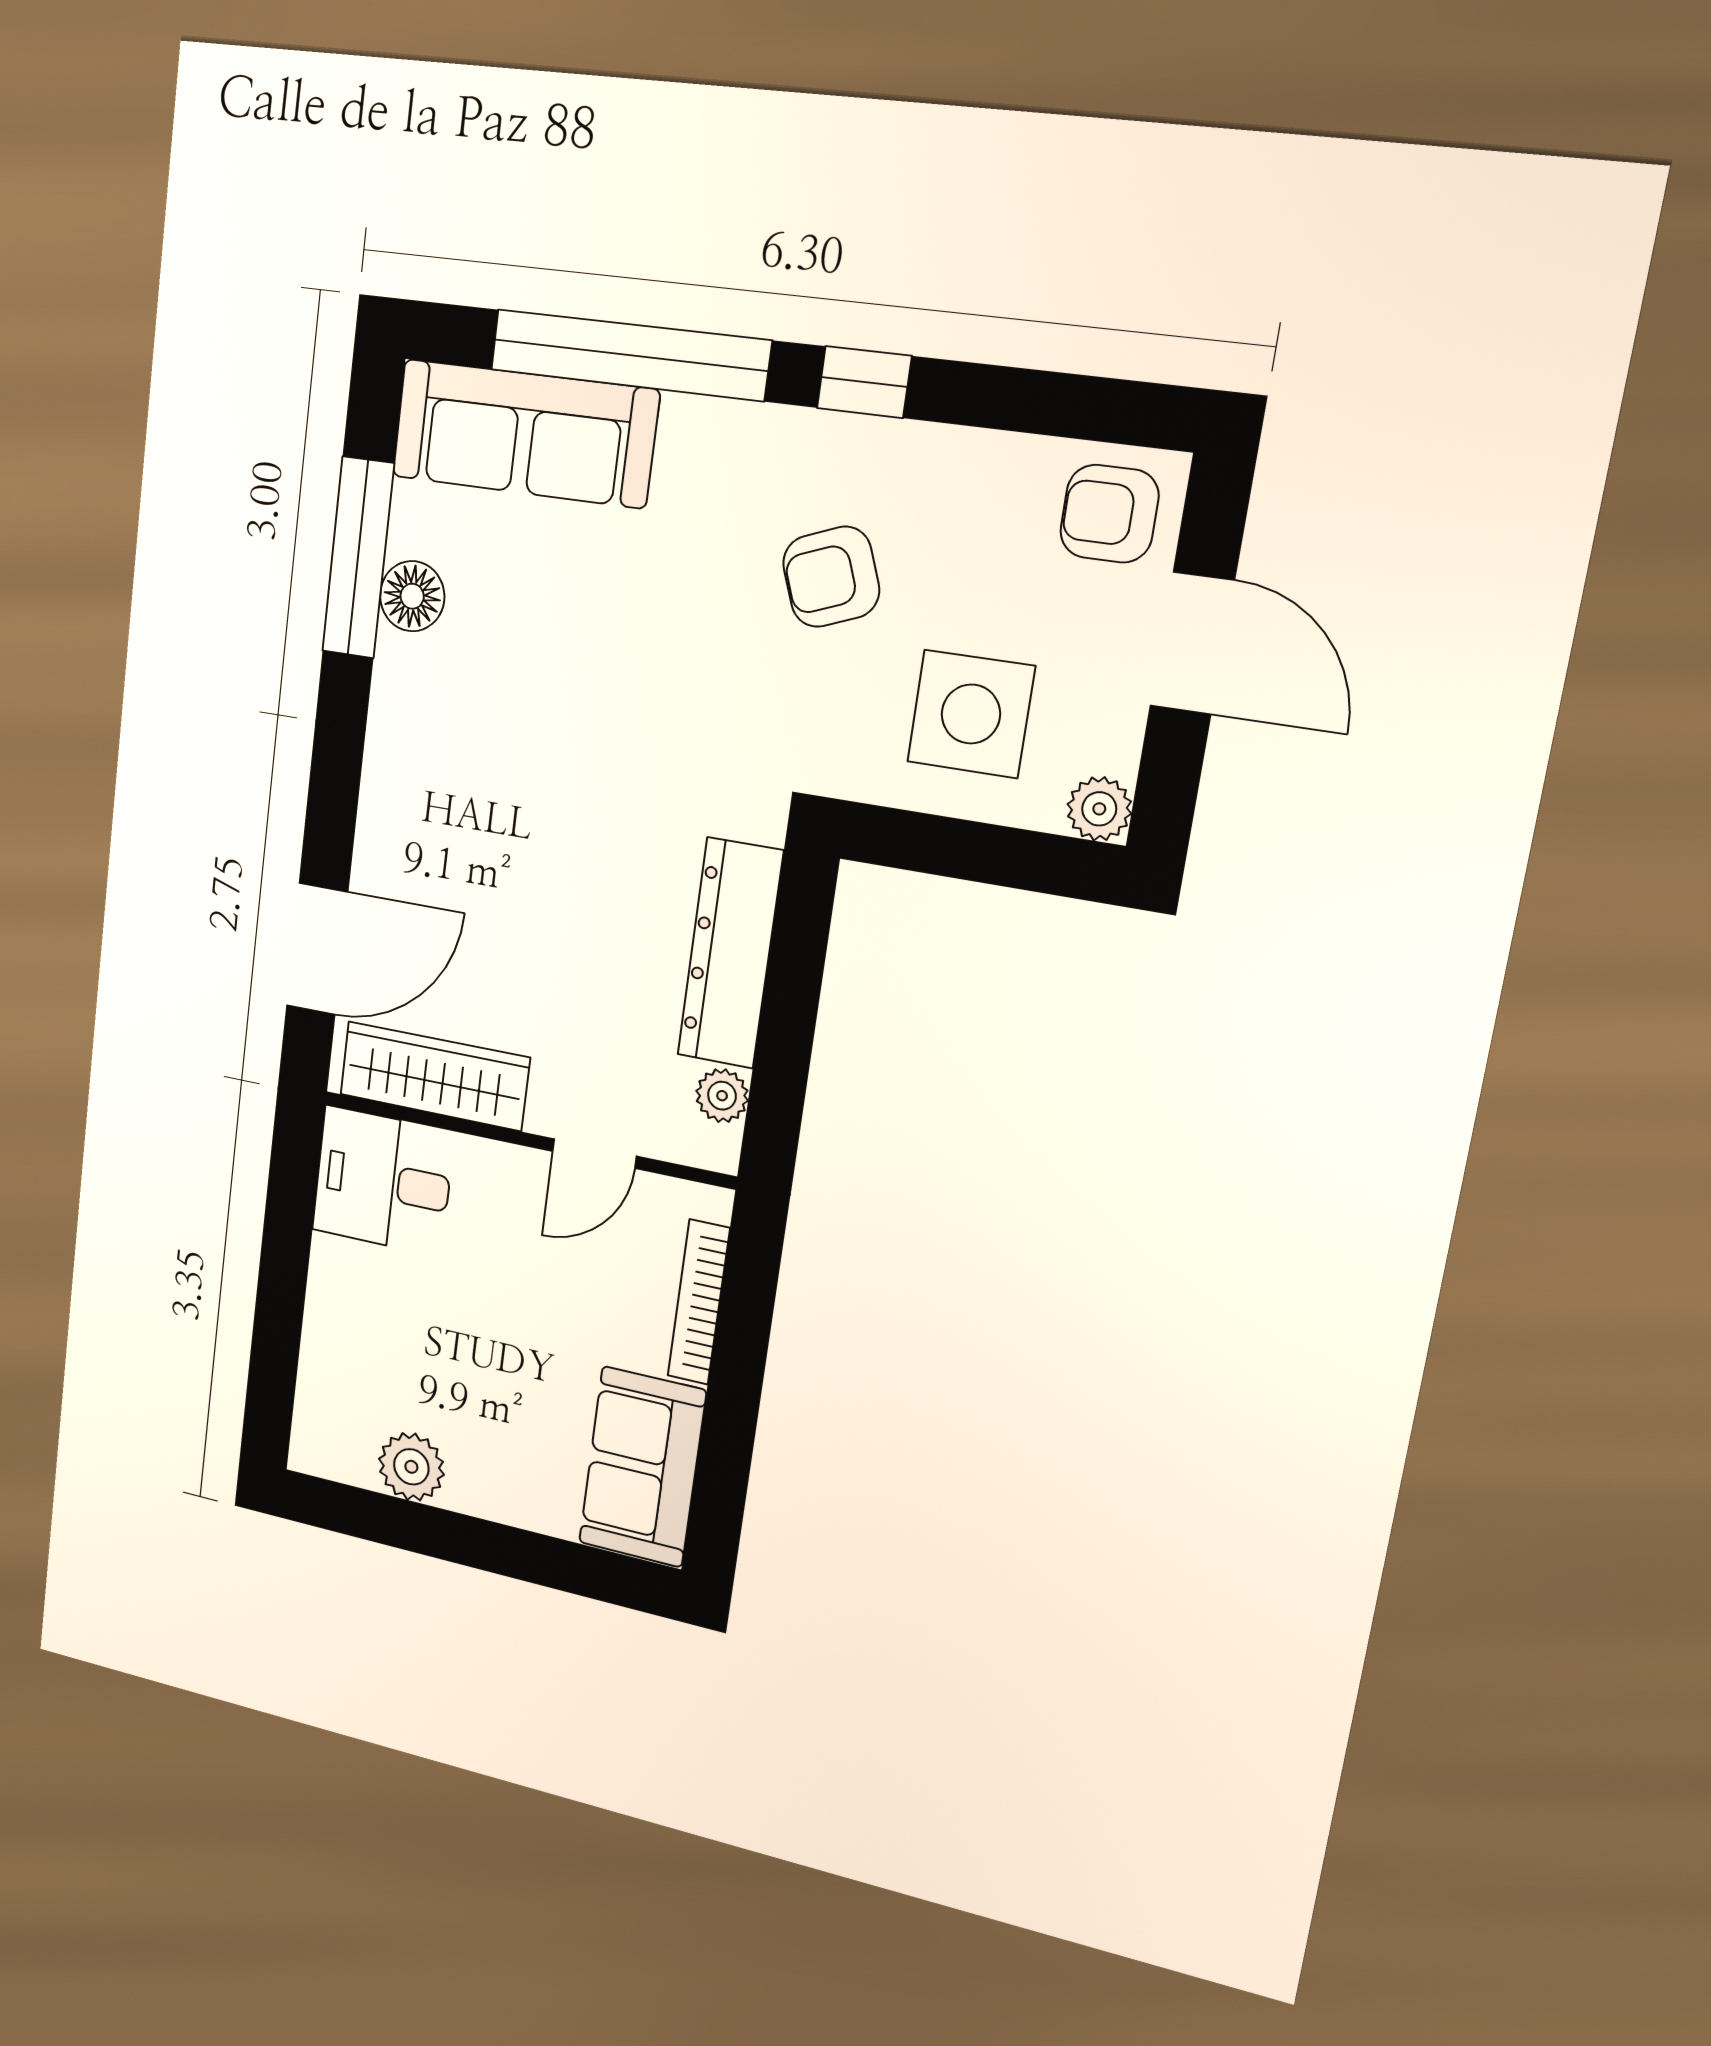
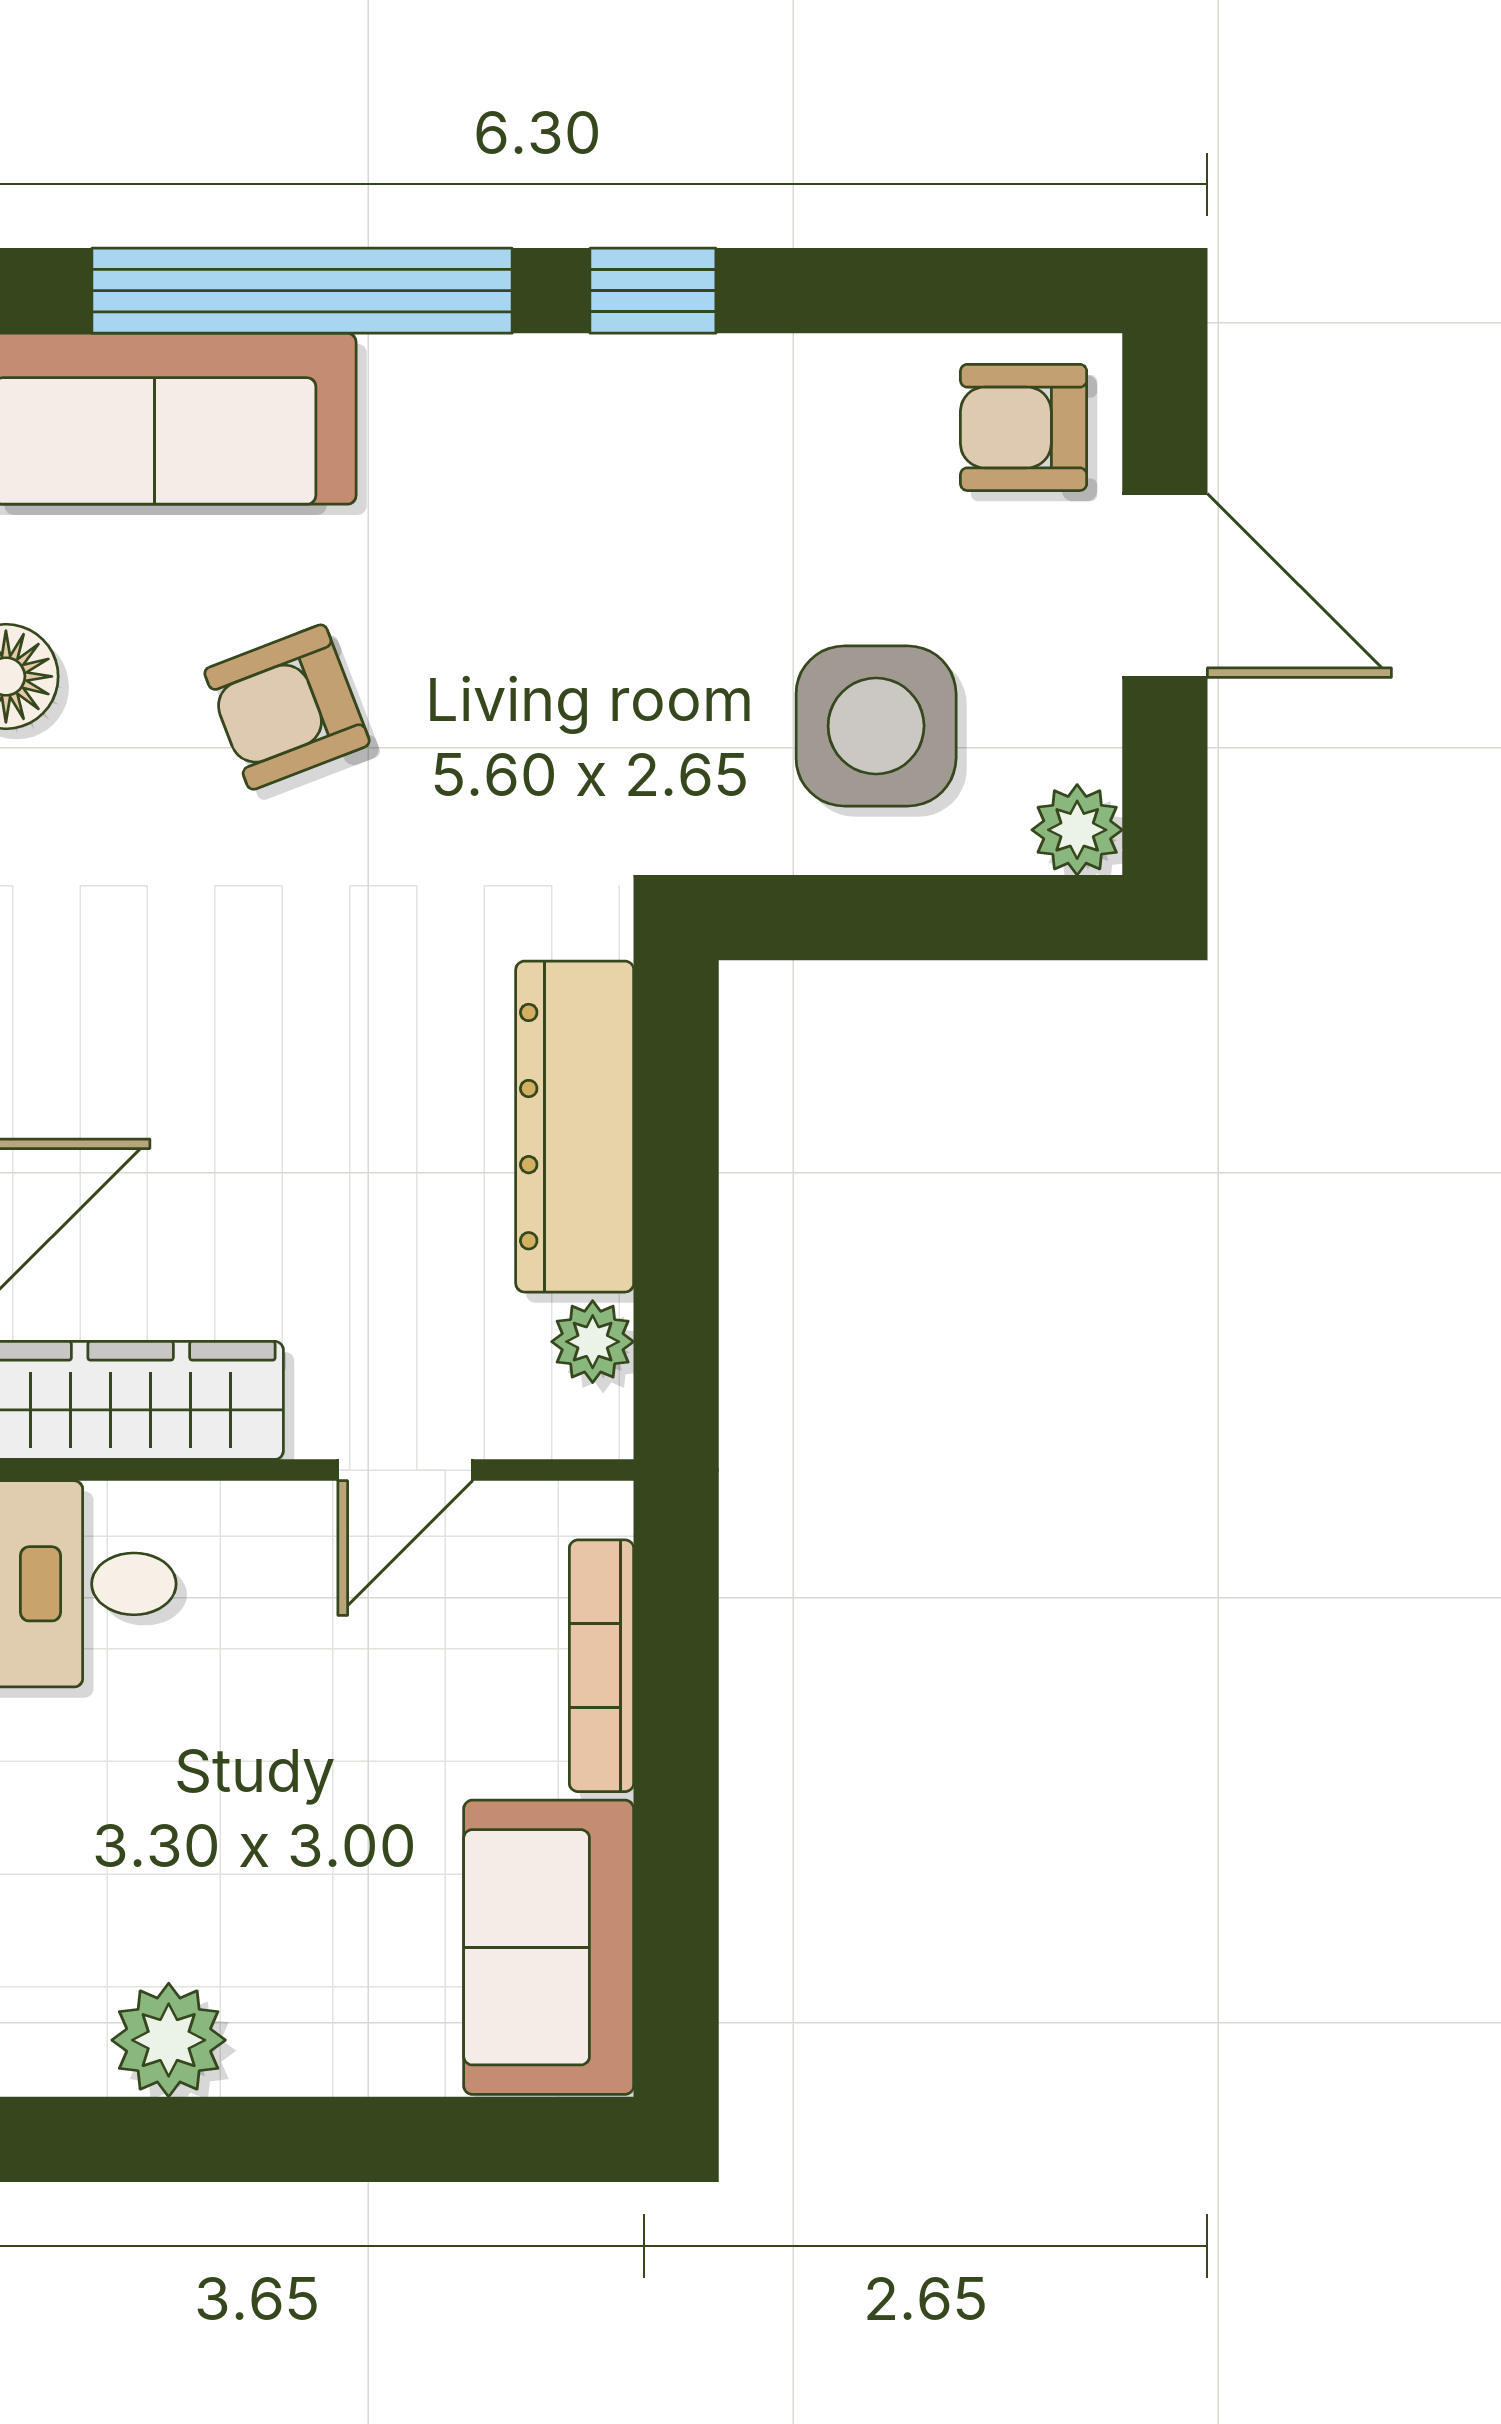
armchair: (831, 577) -> (287, 707), moved

